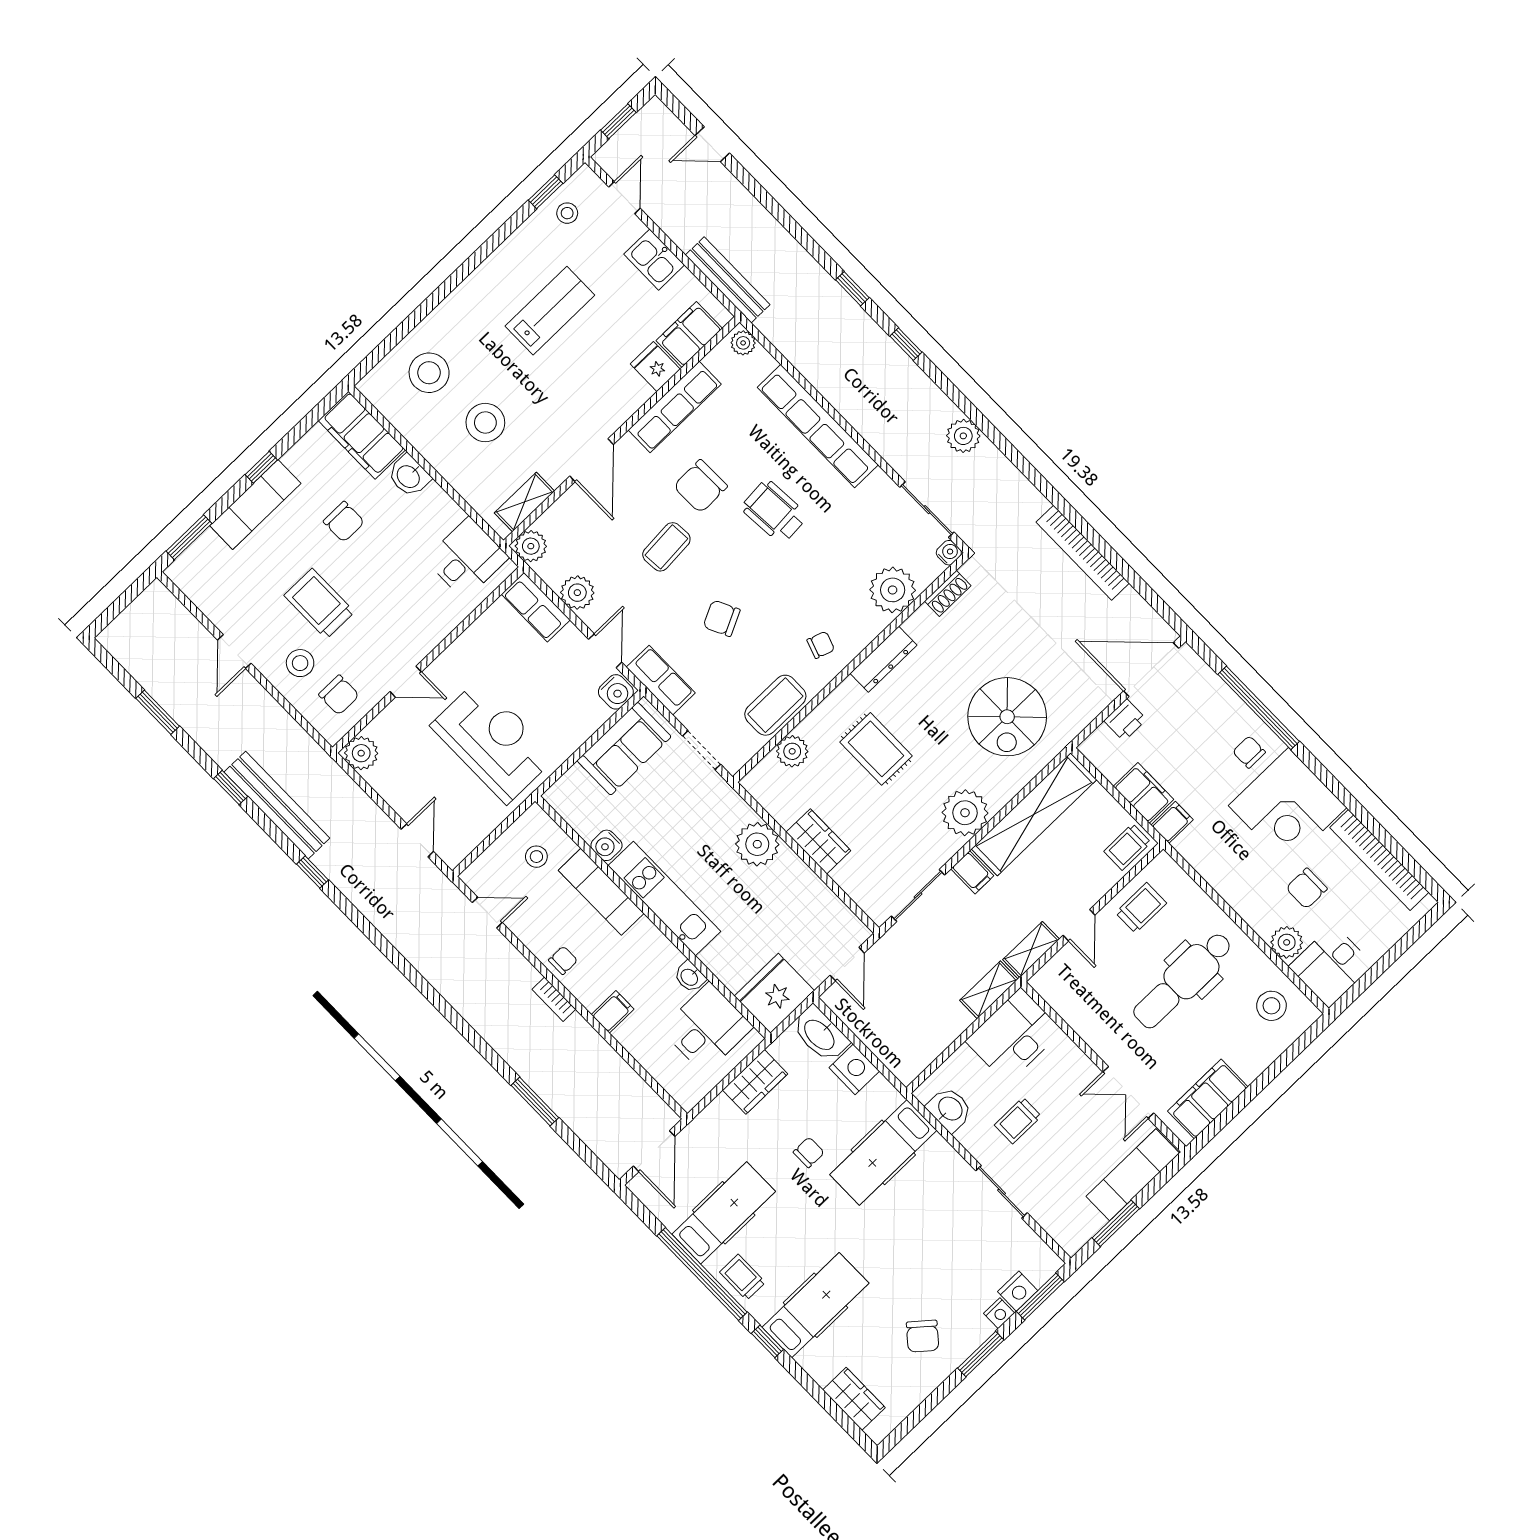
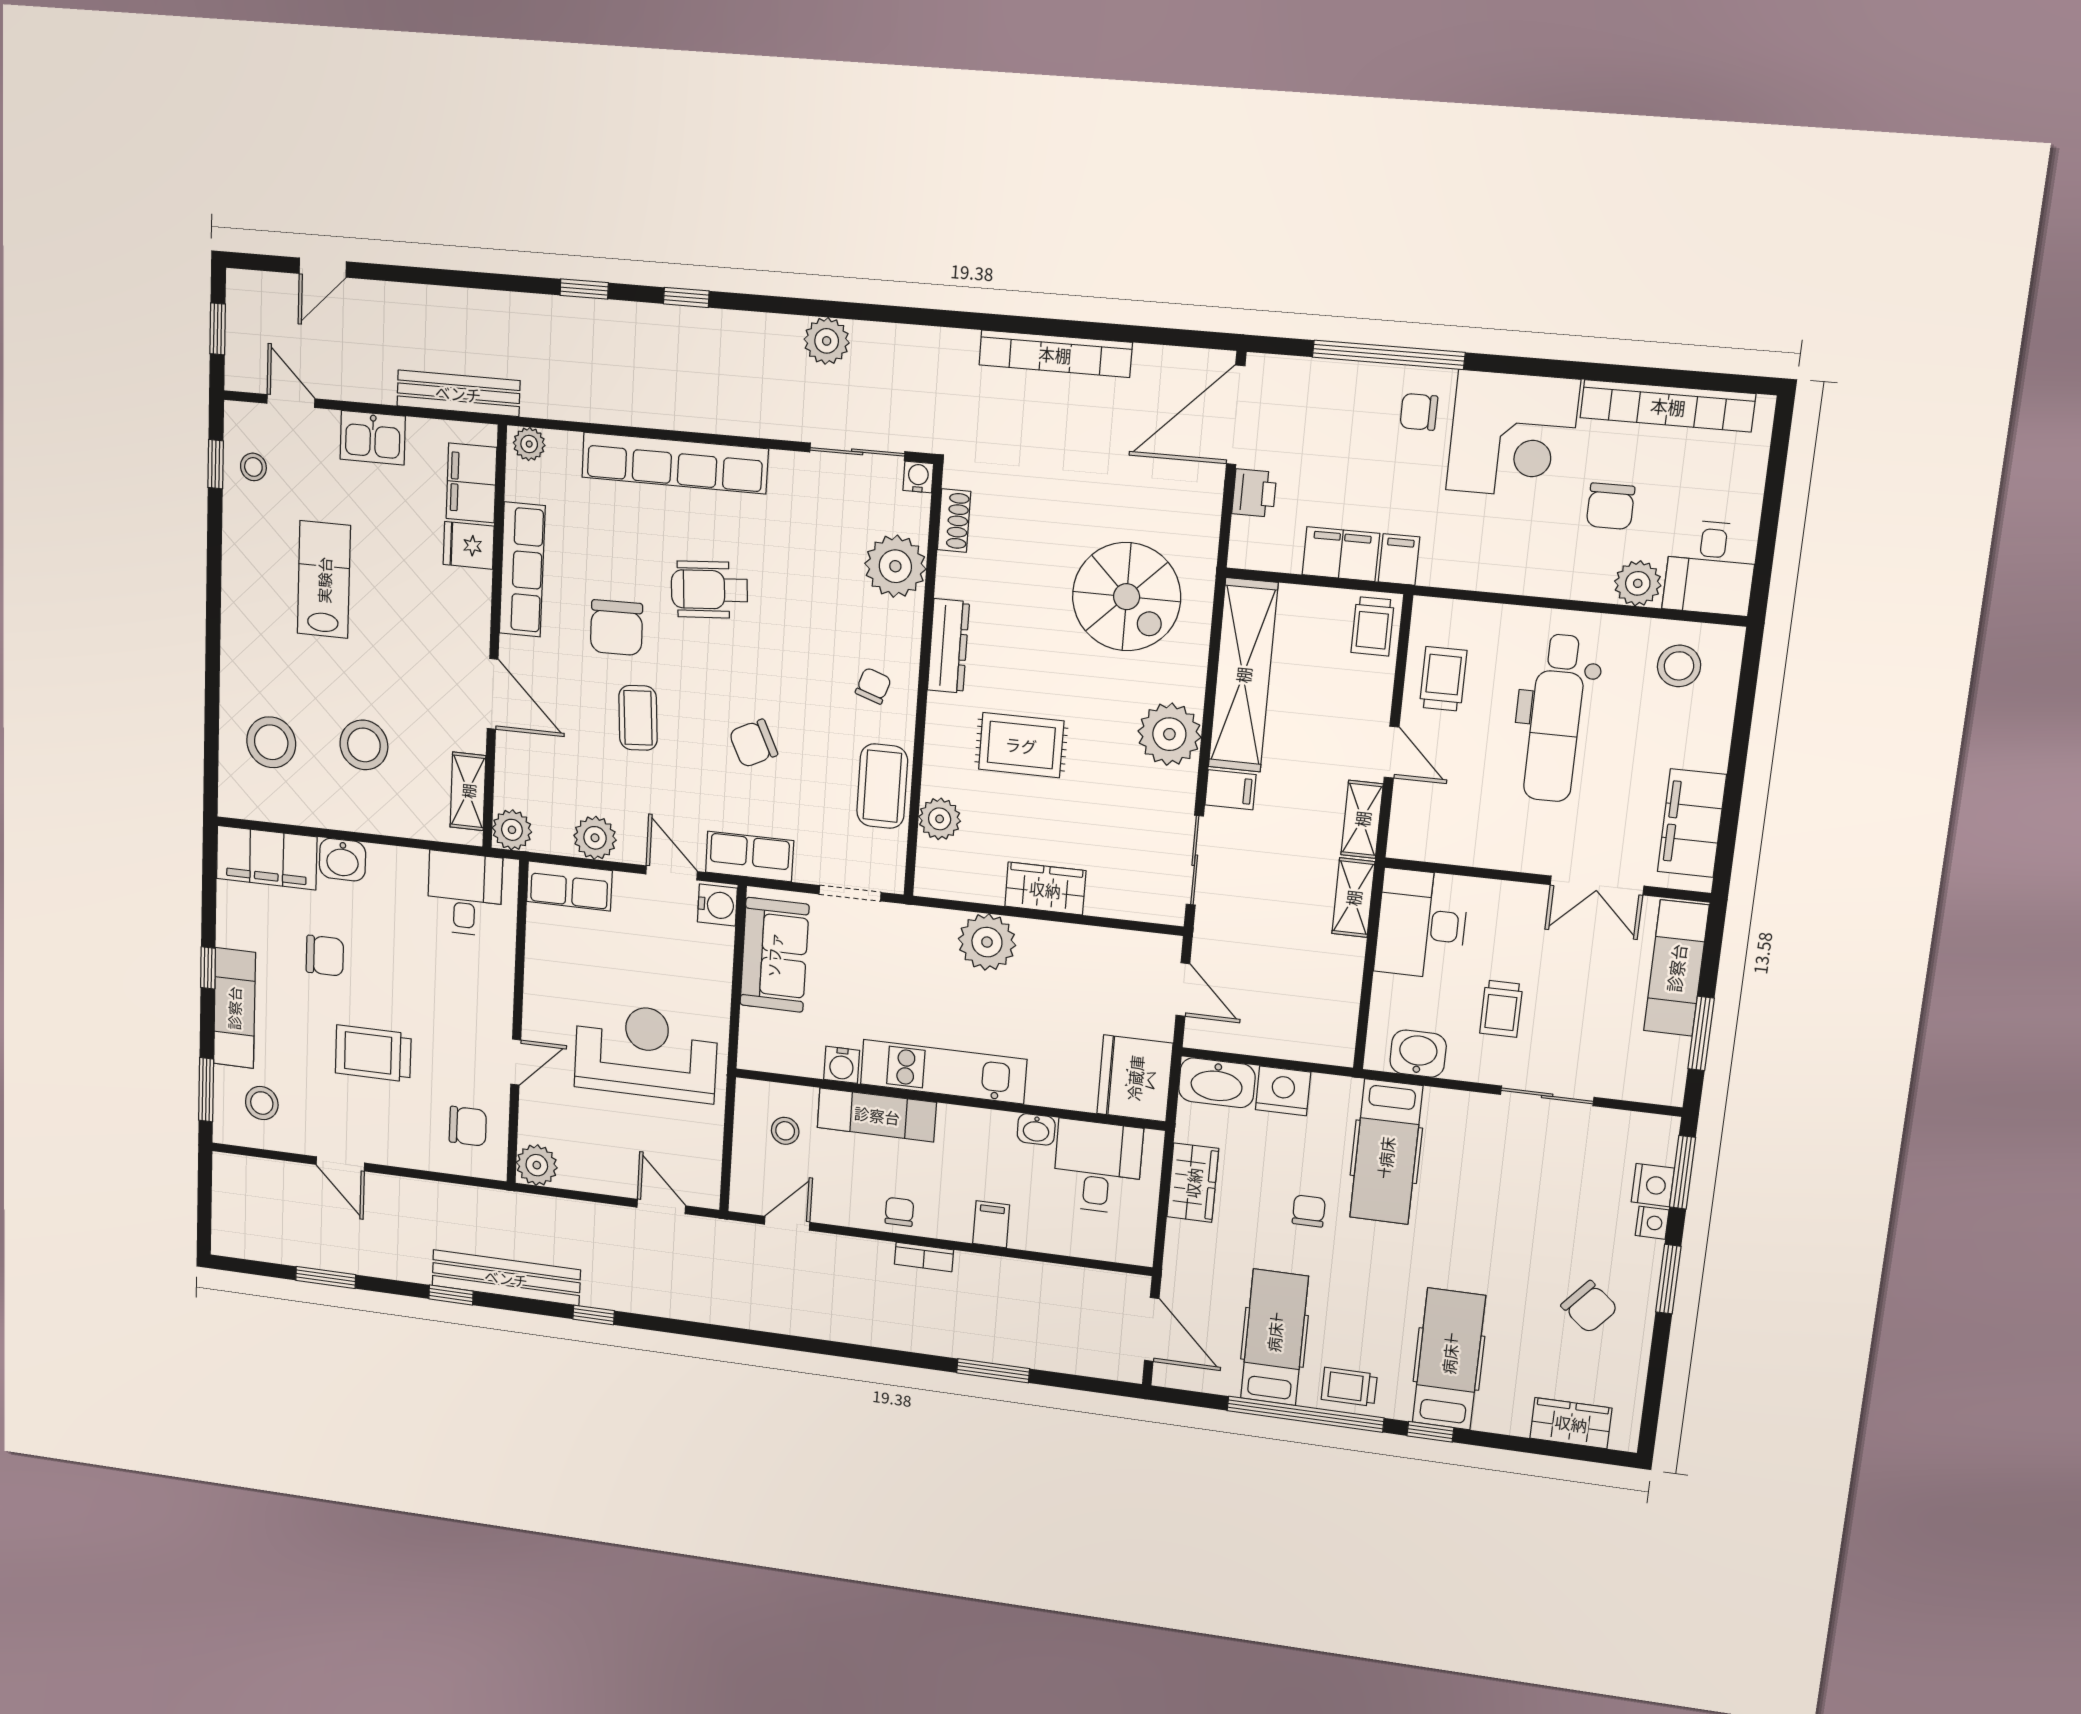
stool: (300, 663) -> (262, 1103), moved

